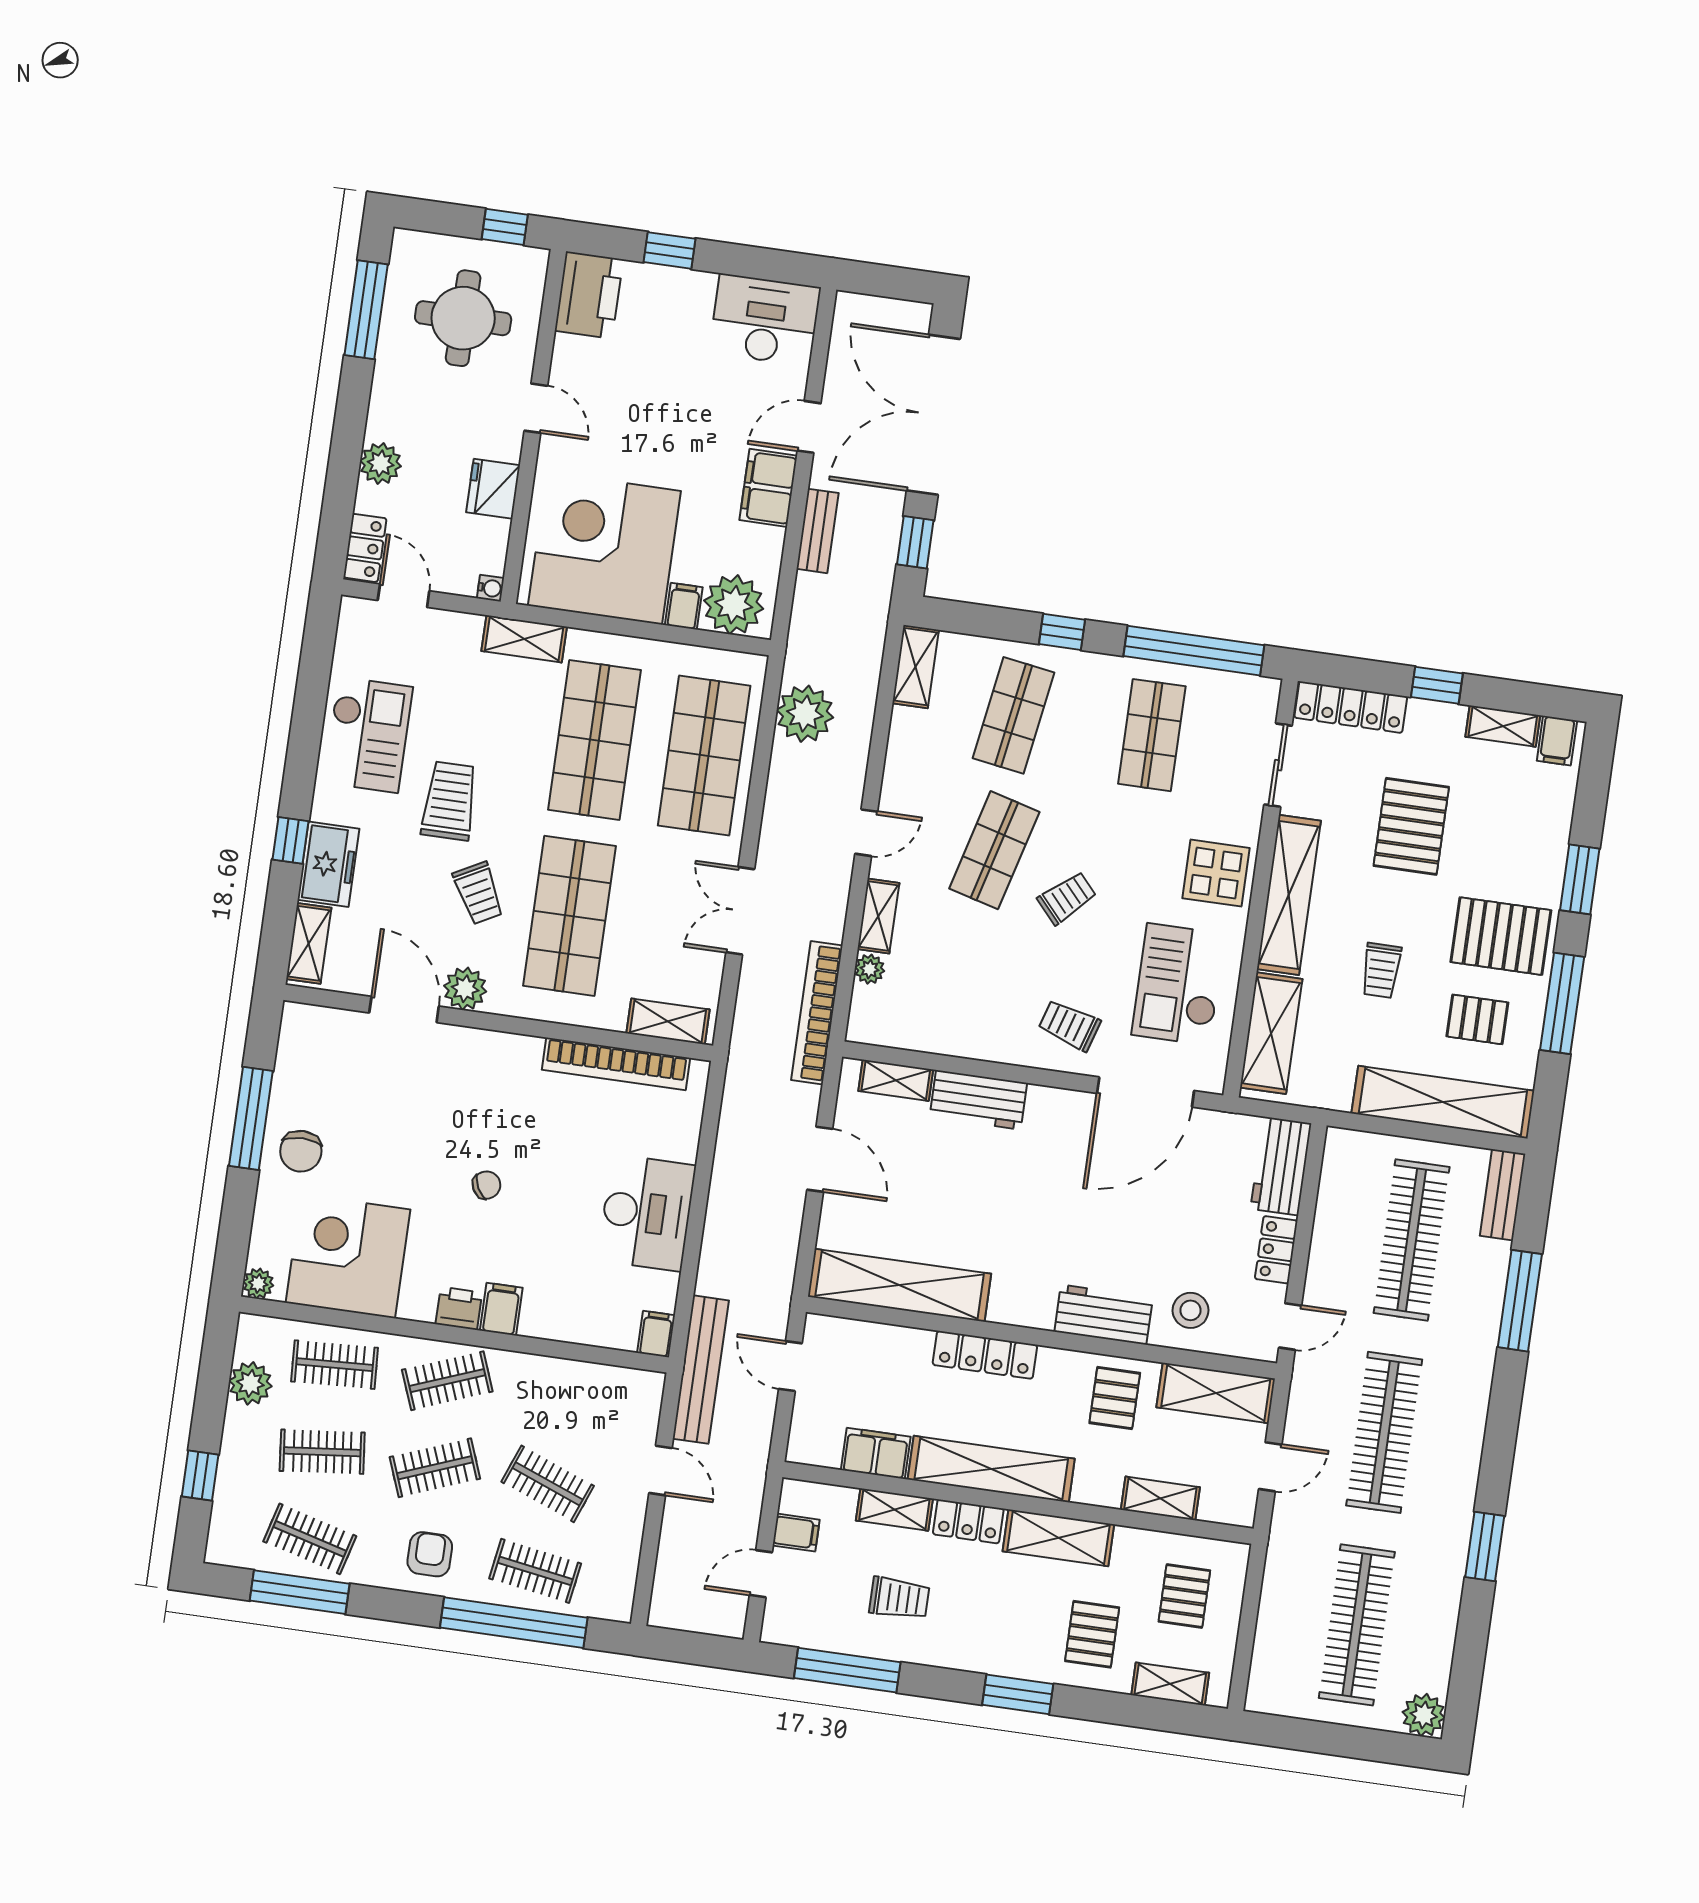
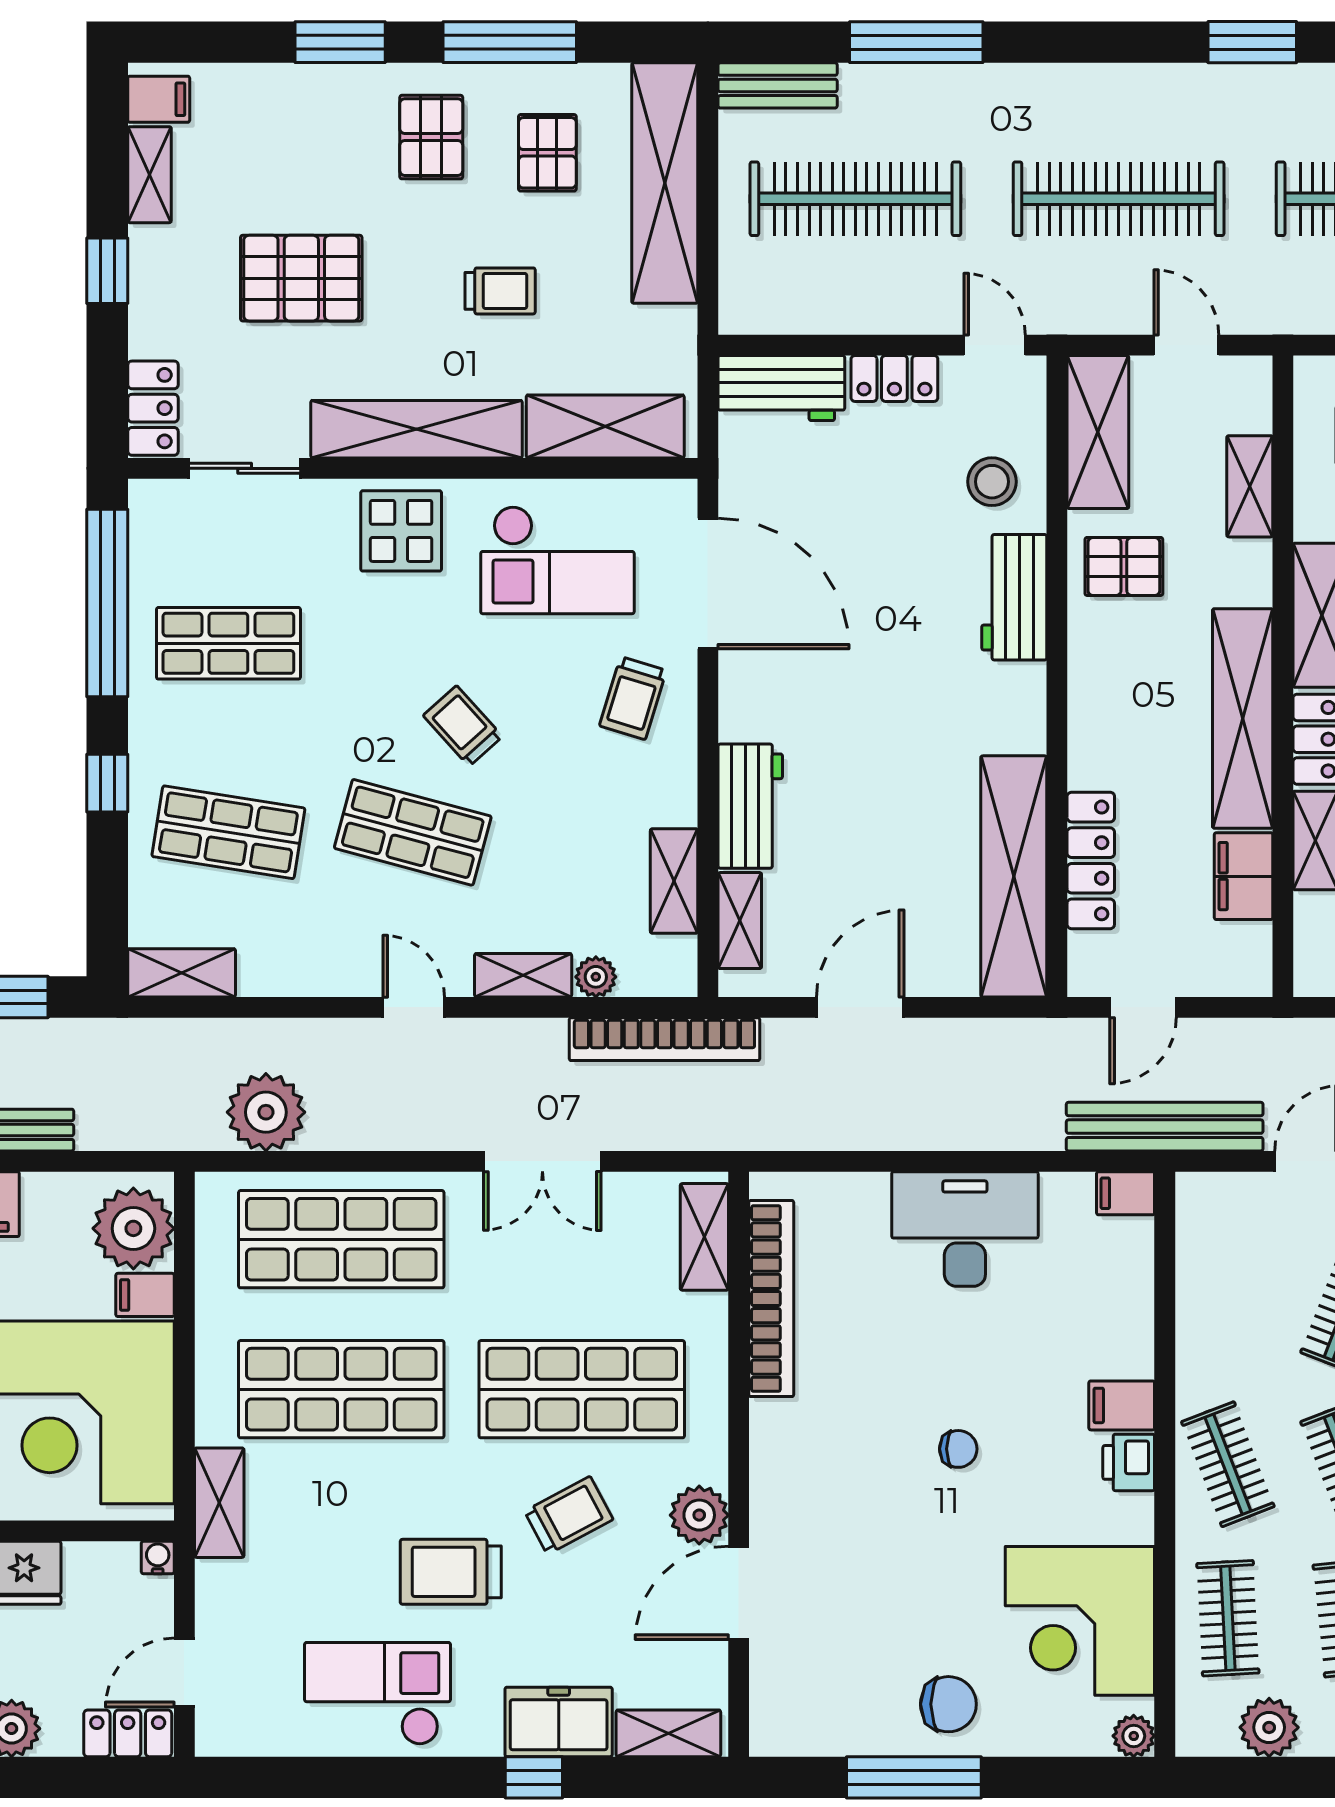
locker: (1351, 707) -> (153, 408), width x0.66
pallet: (1501, 936) -> (431, 137), width x0.67, depth x0.71
shelving: (931, 1036) -> (674, 881), added
chair: (487, 1185) -> (958, 1449), turned 118
locker: (985, 1355) -> (1091, 860), moved

